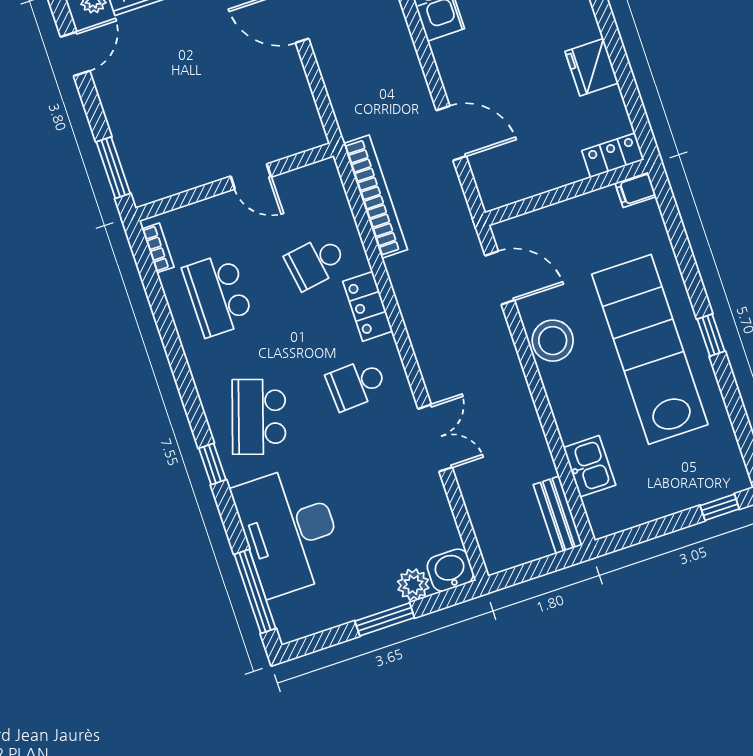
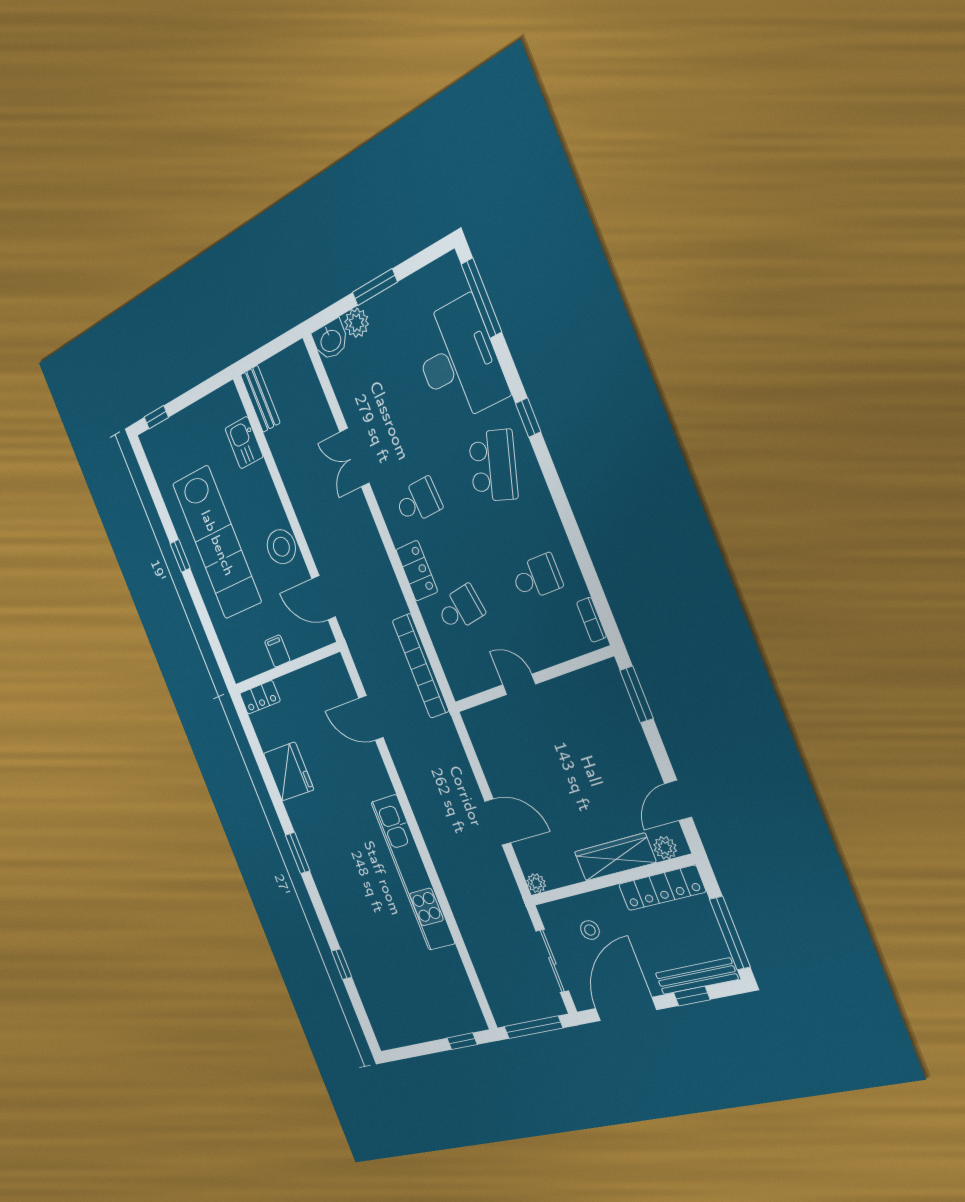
fridge: (592, 67) -> (289, 771), width x1.36, depth x1.34
filing cabinet: (636, 190) -> (277, 651), moved, turned -90
school desk: (218, 295) -> (537, 577), width x0.54

